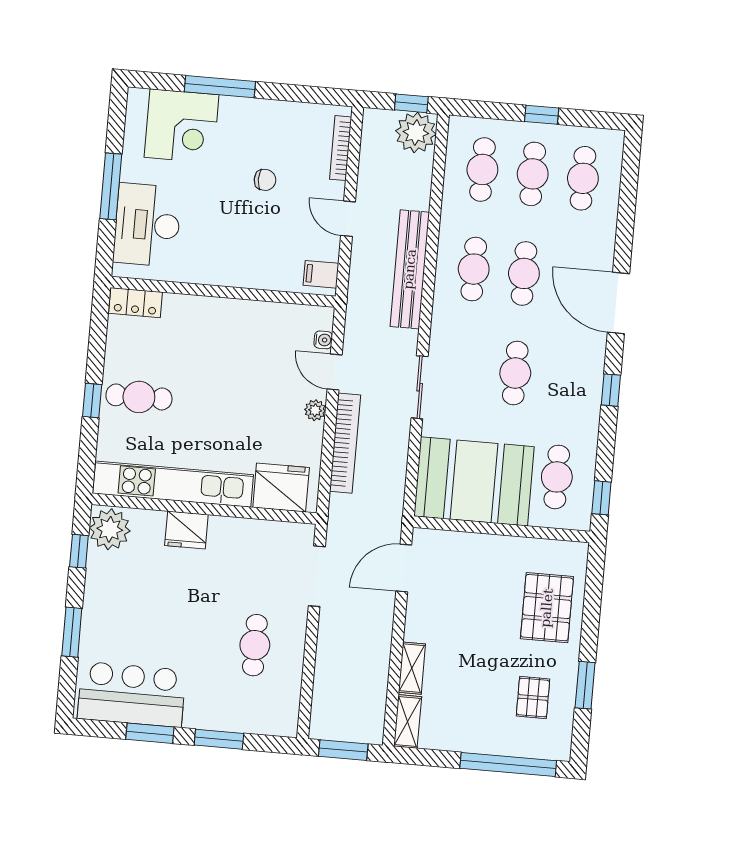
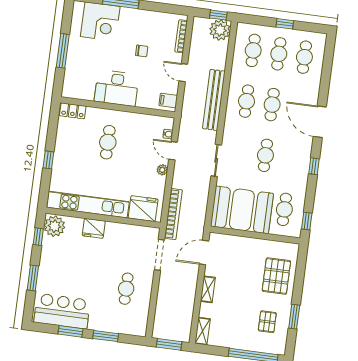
desk: (147, 225) -> (117, 88), moved, turned -90
cafe table: (139, 397) -> (108, 142), moved, turned 90
bookcase: (345, 443) -> (173, 214), moved
shelving: (412, 668) -> (208, 289), moved

